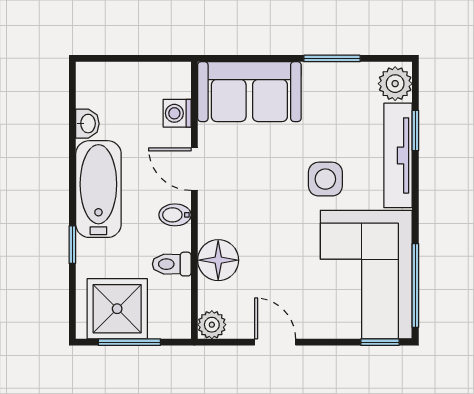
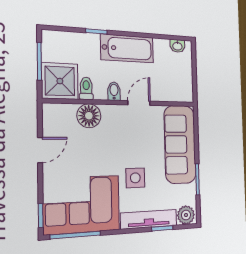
sofa: (249, 92) -> (180, 144), width x1.36
washing machine: (177, 113) -> (168, 94), removed
washbasin: (87, 124) -> (177, 46), moved
shower: (117, 309) -> (60, 81), moved
plant: (212, 325) -> (50, 111), removed

